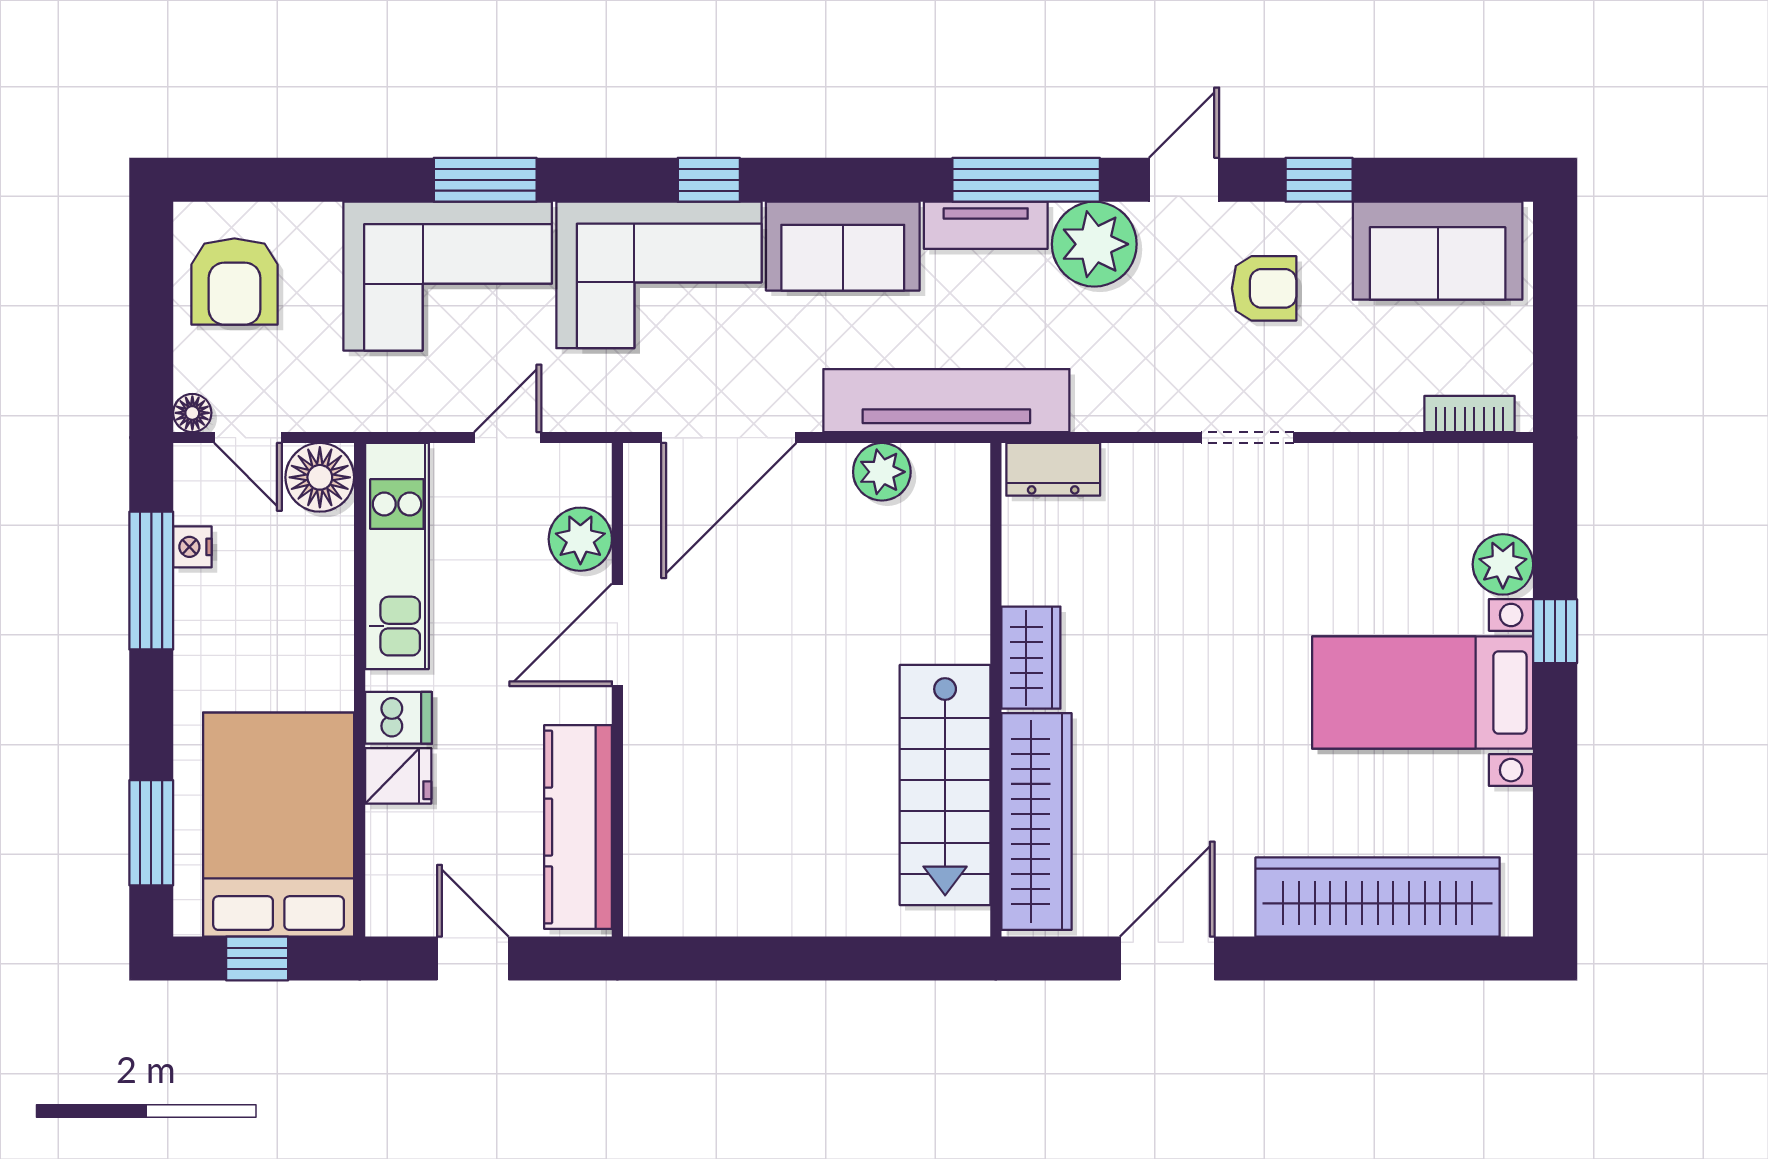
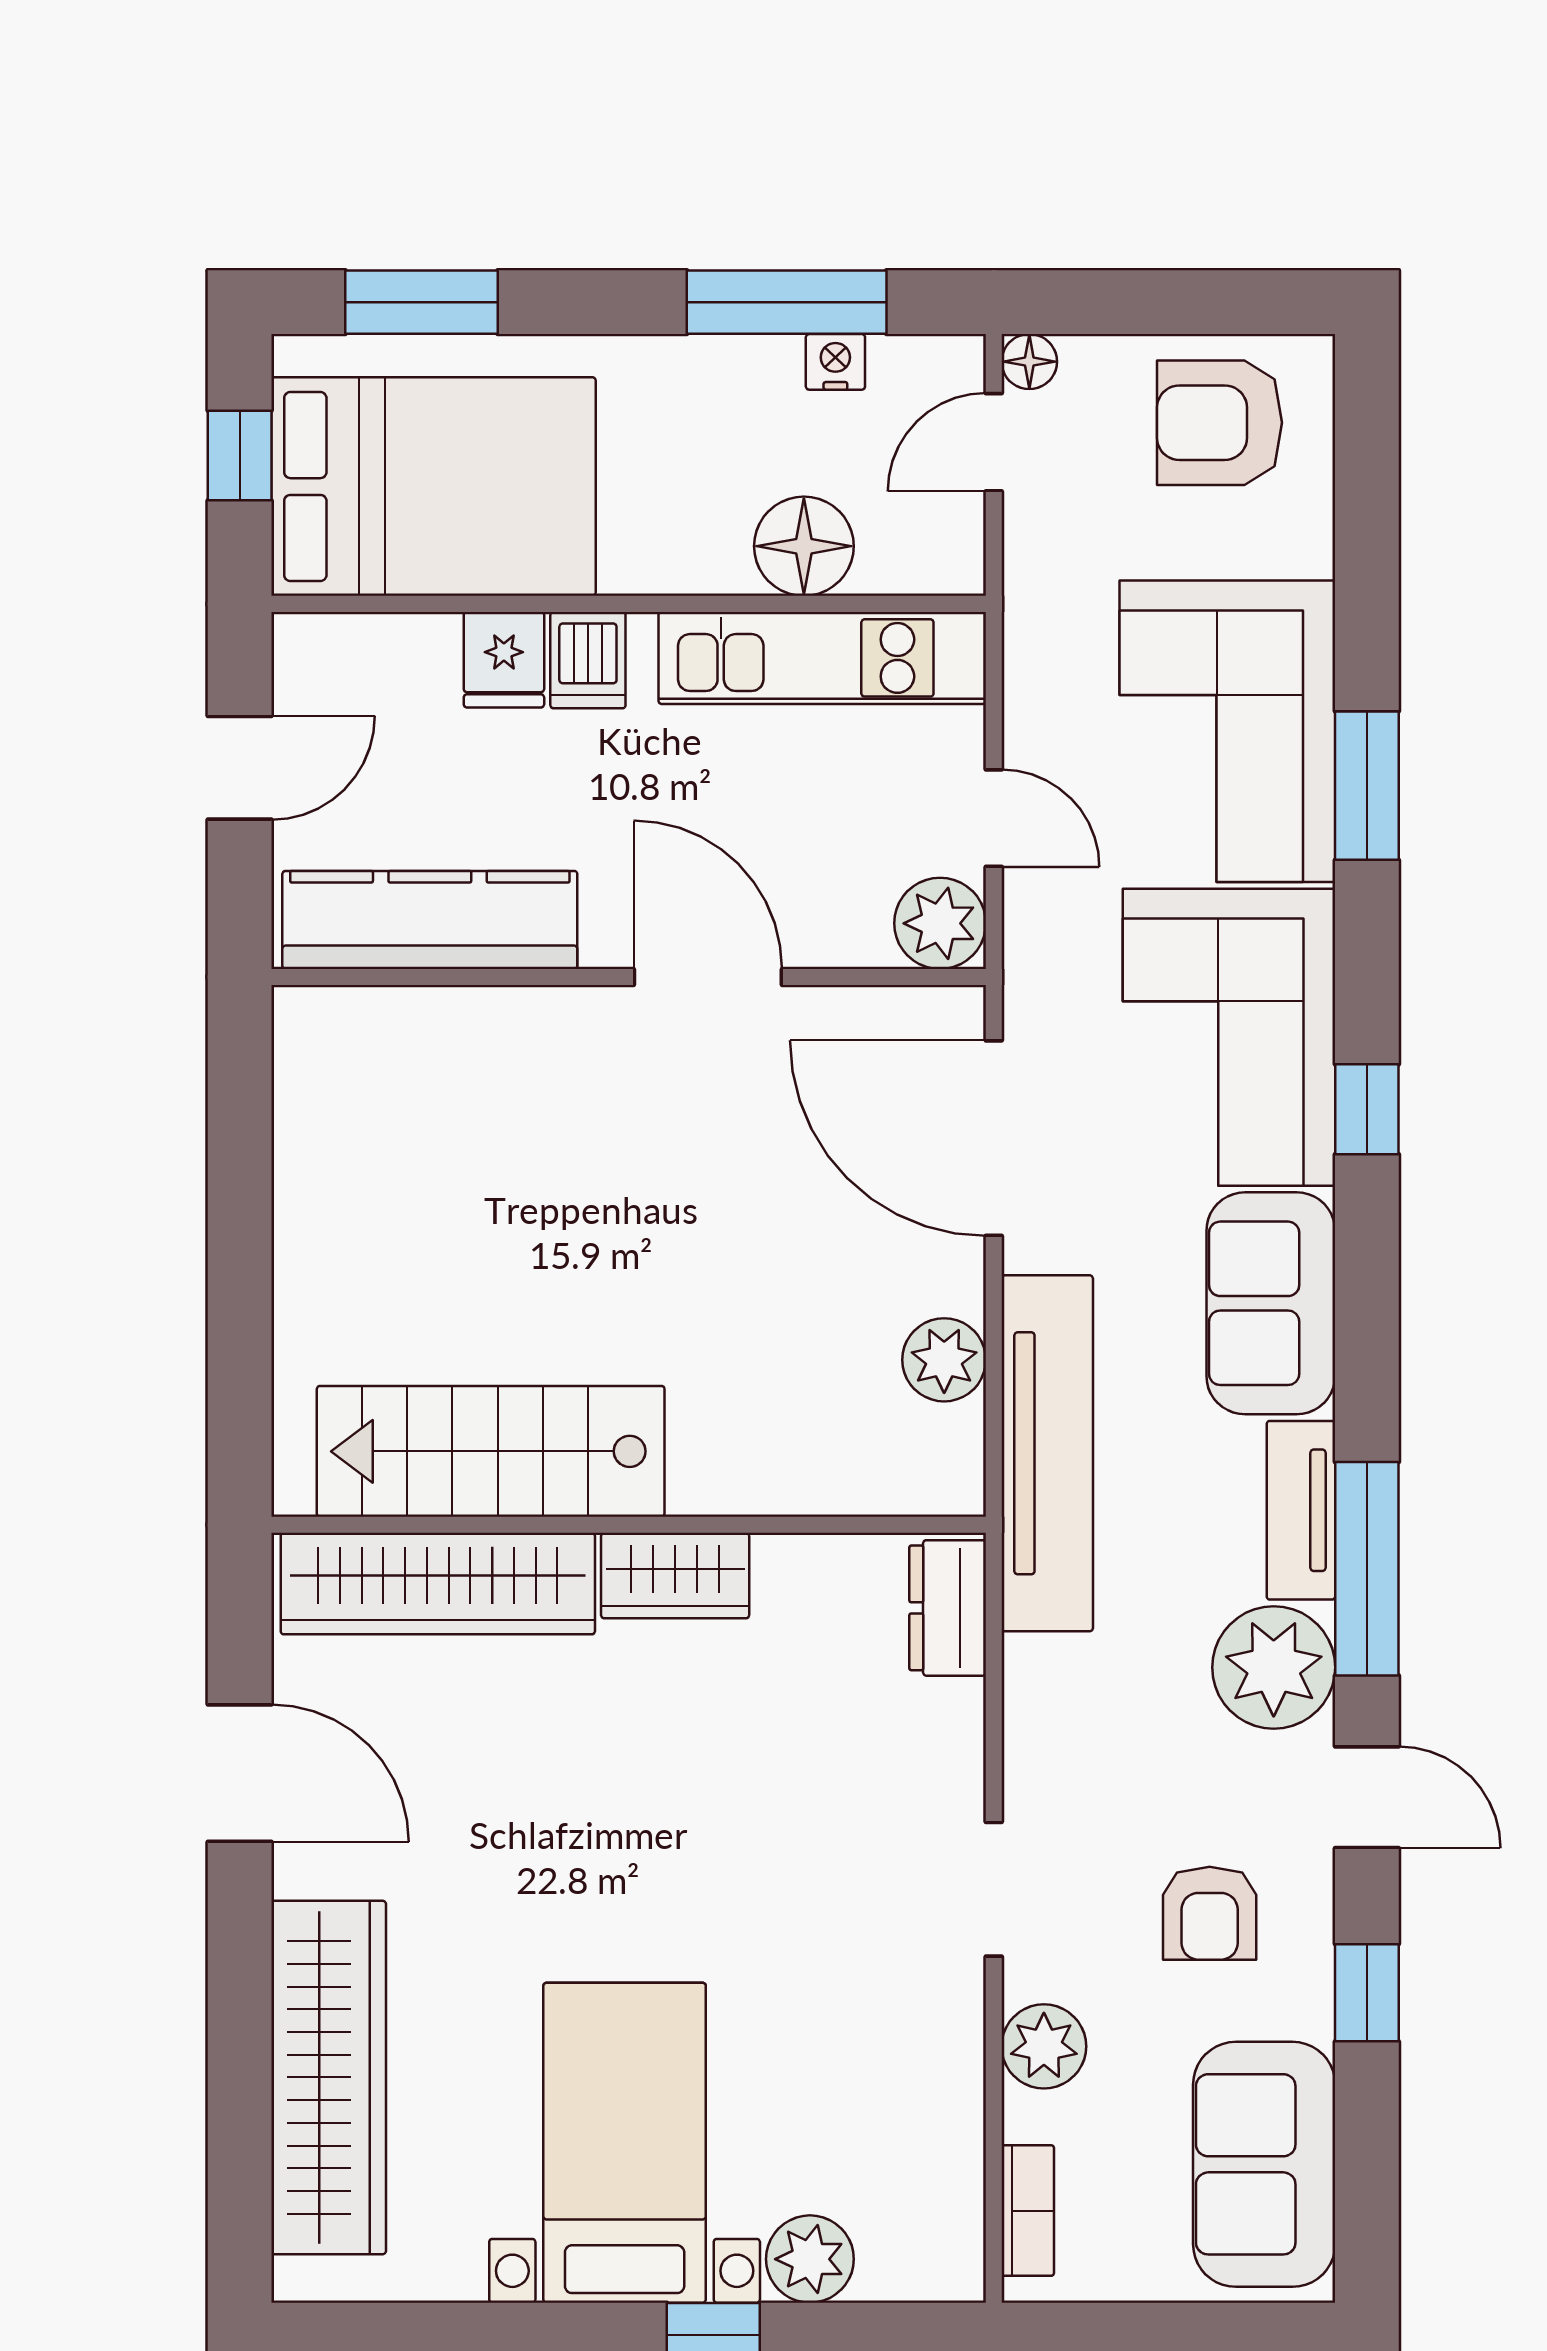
plant: (1356, 403) -> (1044, 2046), added
floor lamp: (320, 477) -> (804, 546), moved
plant: (580, 539) -> (940, 923), moved

